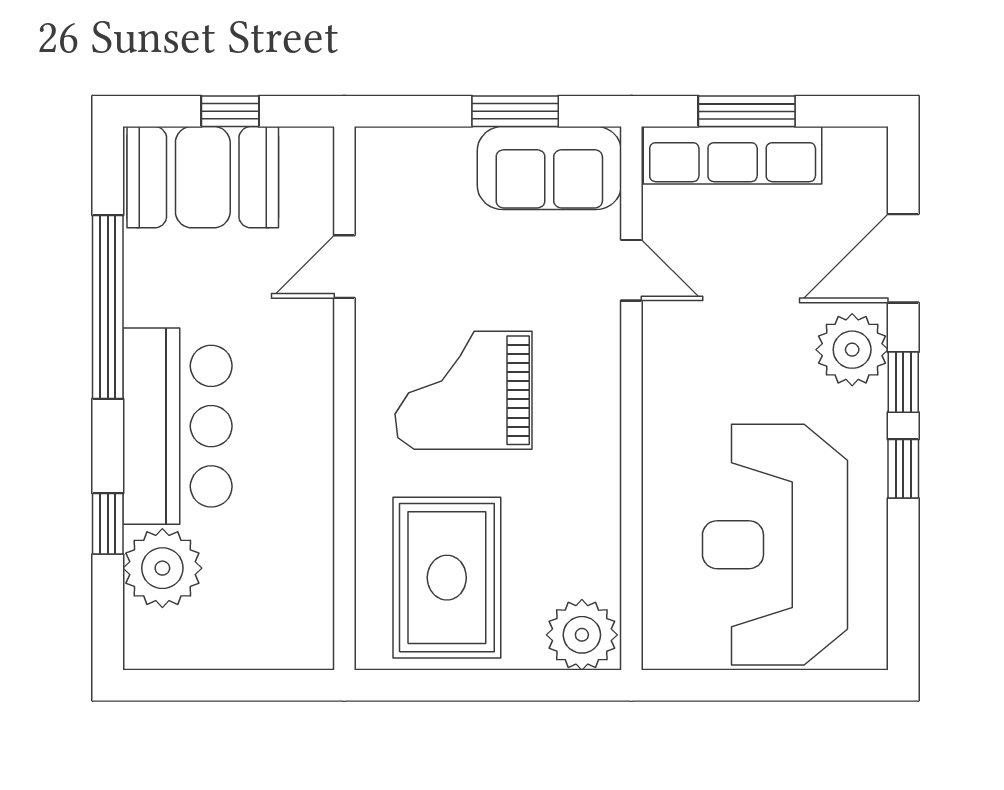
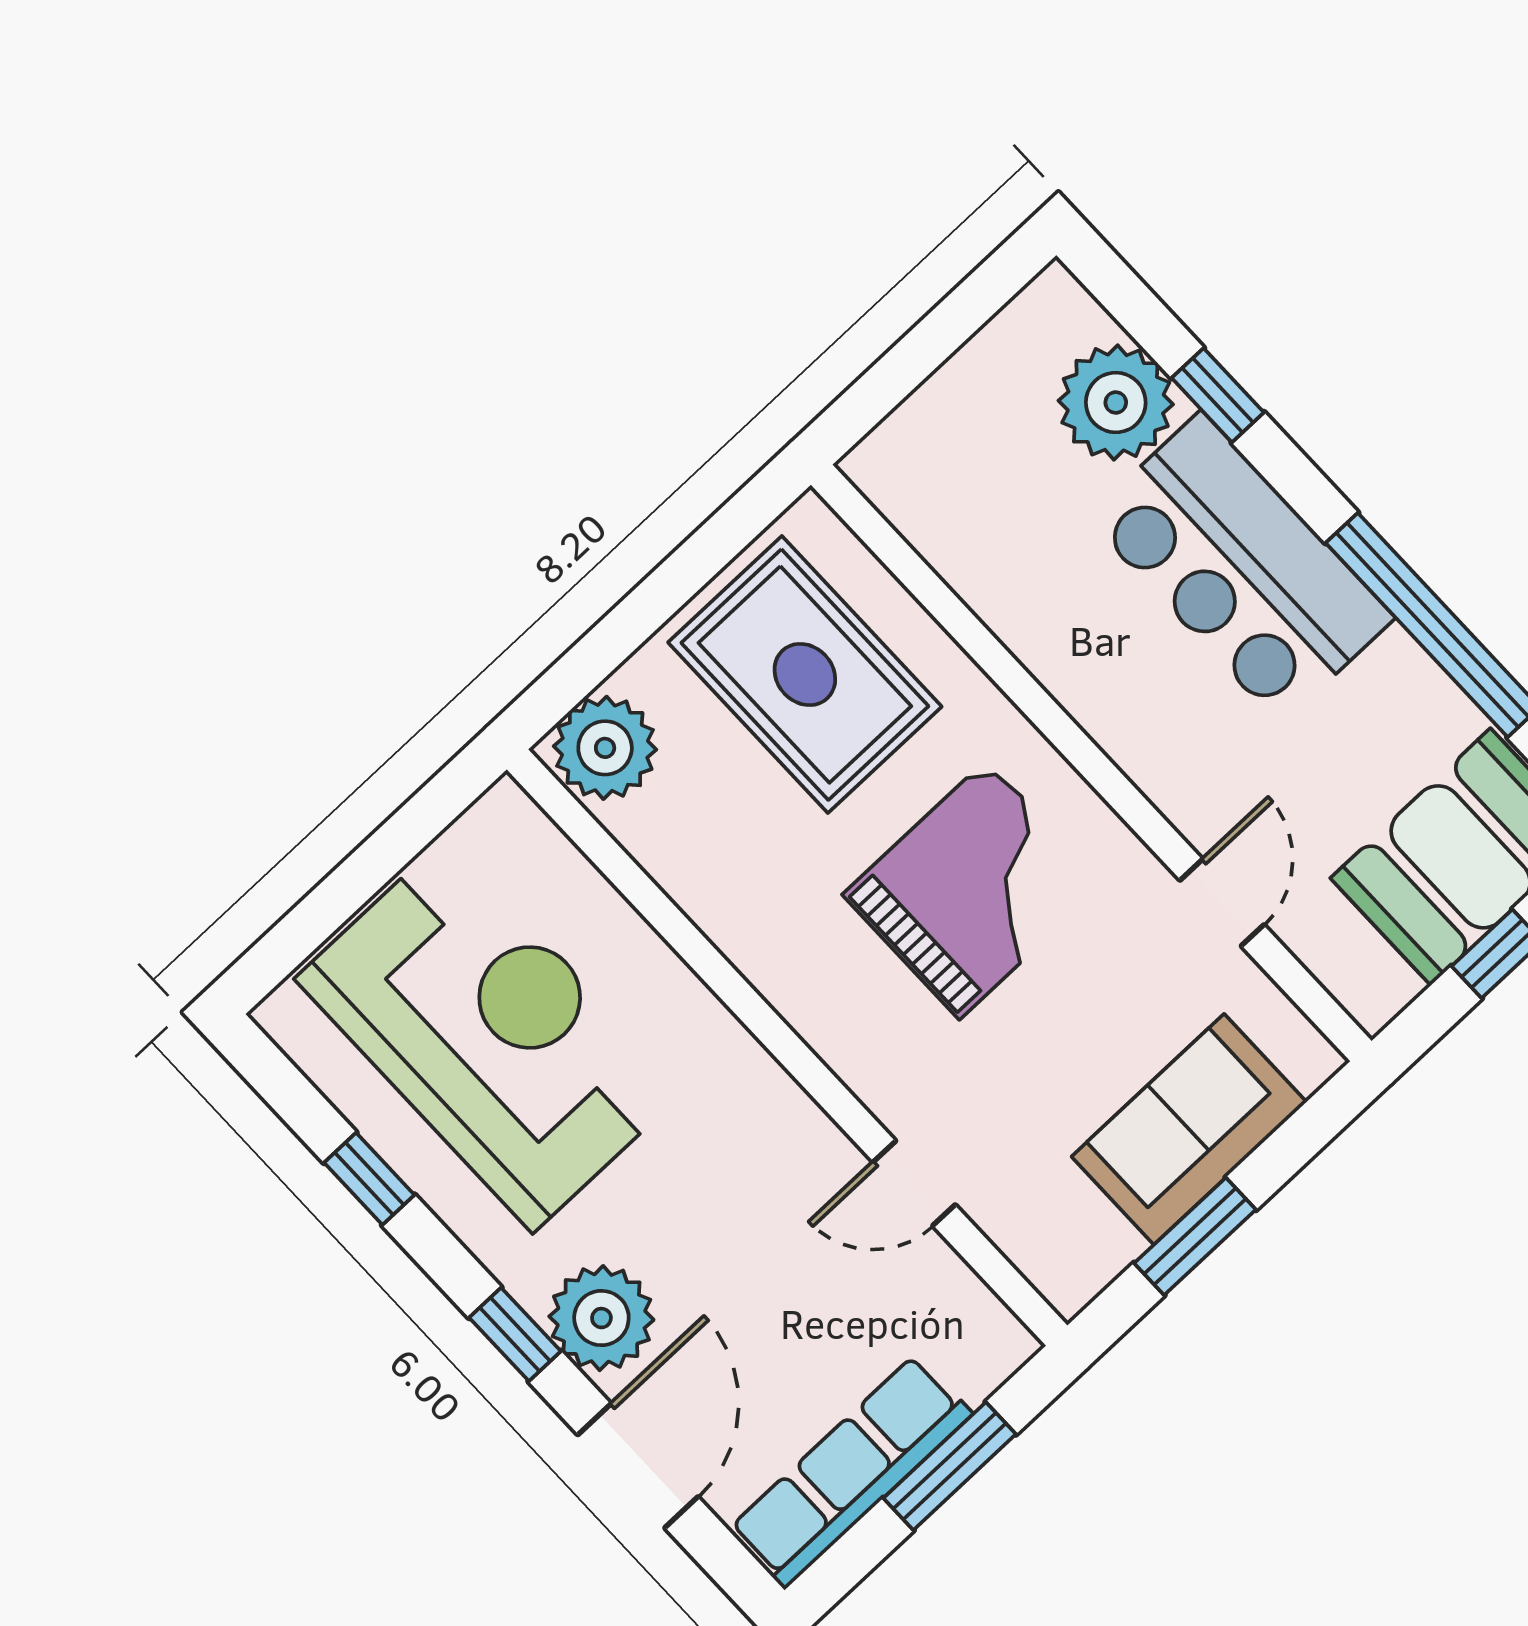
row of seats: (733, 155) -> (850, 1471), moved
sofa: (549, 168) -> (1189, 1129), moved
window: (903, 469) -> (369, 1179), moved

